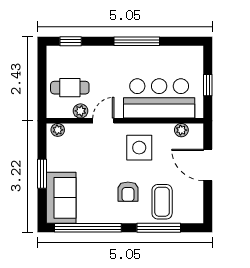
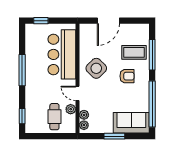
window: (208, 85) -> (41, 21), moved
plant: (181, 130) -> (84, 115), moved
side table: (139, 148) -> (96, 68), turned 45

